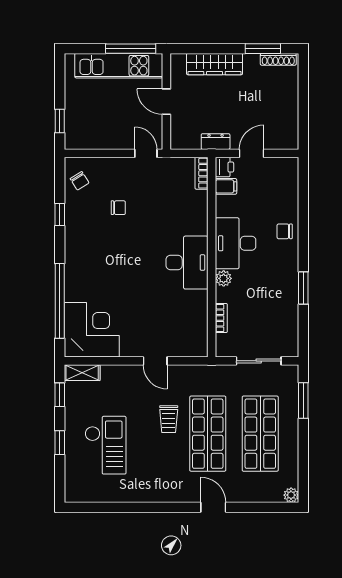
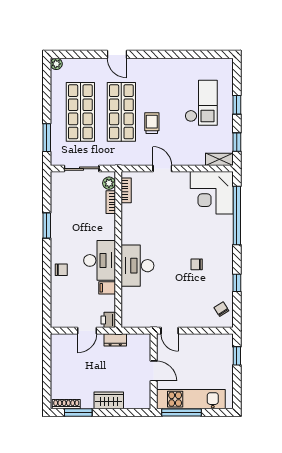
wardrobe: (215, 64) -> (109, 400), width x0.67
bookcase: (201, 173) -> (126, 190), moved
filing cabinet: (226, 186) -> (107, 288), moved
chair: (118, 208) -> (197, 264), moved
desk: (187, 263) -> (137, 266), moved
plant: (224, 278) -> (109, 183), moved
checkout: (106, 445) -> (201, 103), turned 180

